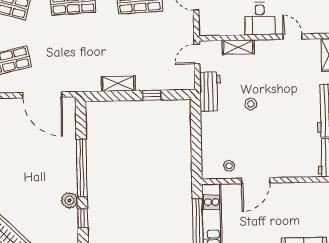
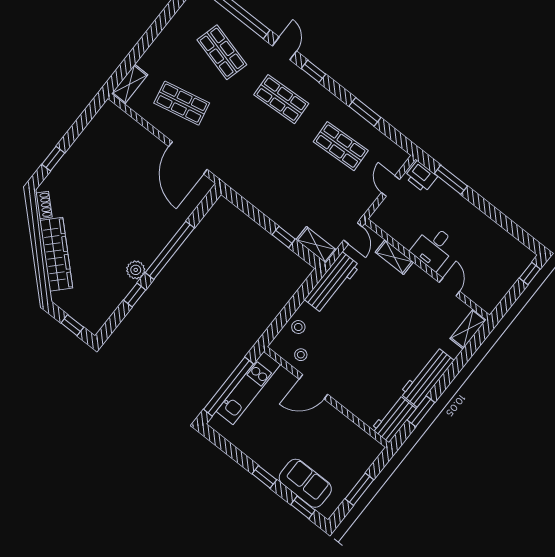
door: (197, 54) -> (353, 233), swing flipped
shelving: (118, 84) -> (316, 245), moved
workbench: (210, 92) -> (332, 283), width x1.38
stool: (251, 104) -> (298, 327), moved

